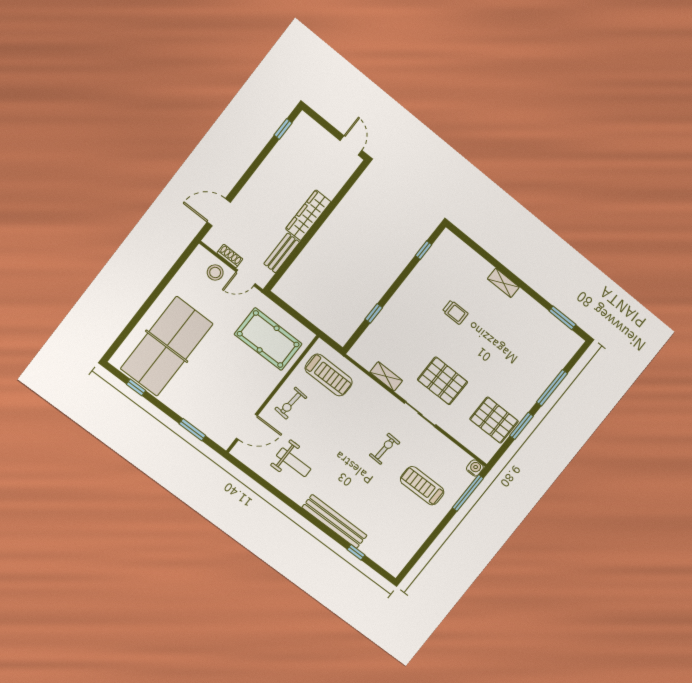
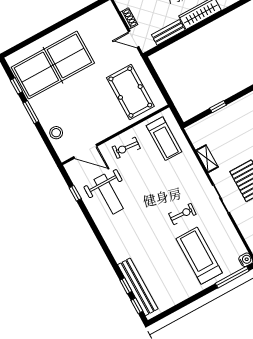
stool: (215, 272) -> (56, 133), moved
window: (192, 430) -> (31, 112), moved
weight bench: (294, 462) -> (109, 194), width x1.36, depth x1.33
window: (256, 478) -> (75, 193), added
treadmill: (422, 486) -> (199, 256), width x1.37, depth x1.38
bench: (335, 521) -> (138, 287), moved
window: (377, 568) -> (137, 306), added

